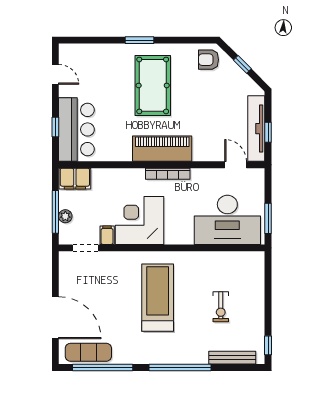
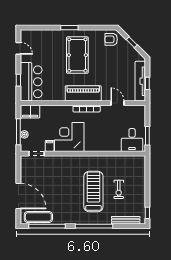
door: (236, 165) -> (117, 103), moved
desk: (227, 220) -> (132, 140), width x0.53, depth x0.77
treadmill: (158, 298) -> (93, 192), moved

